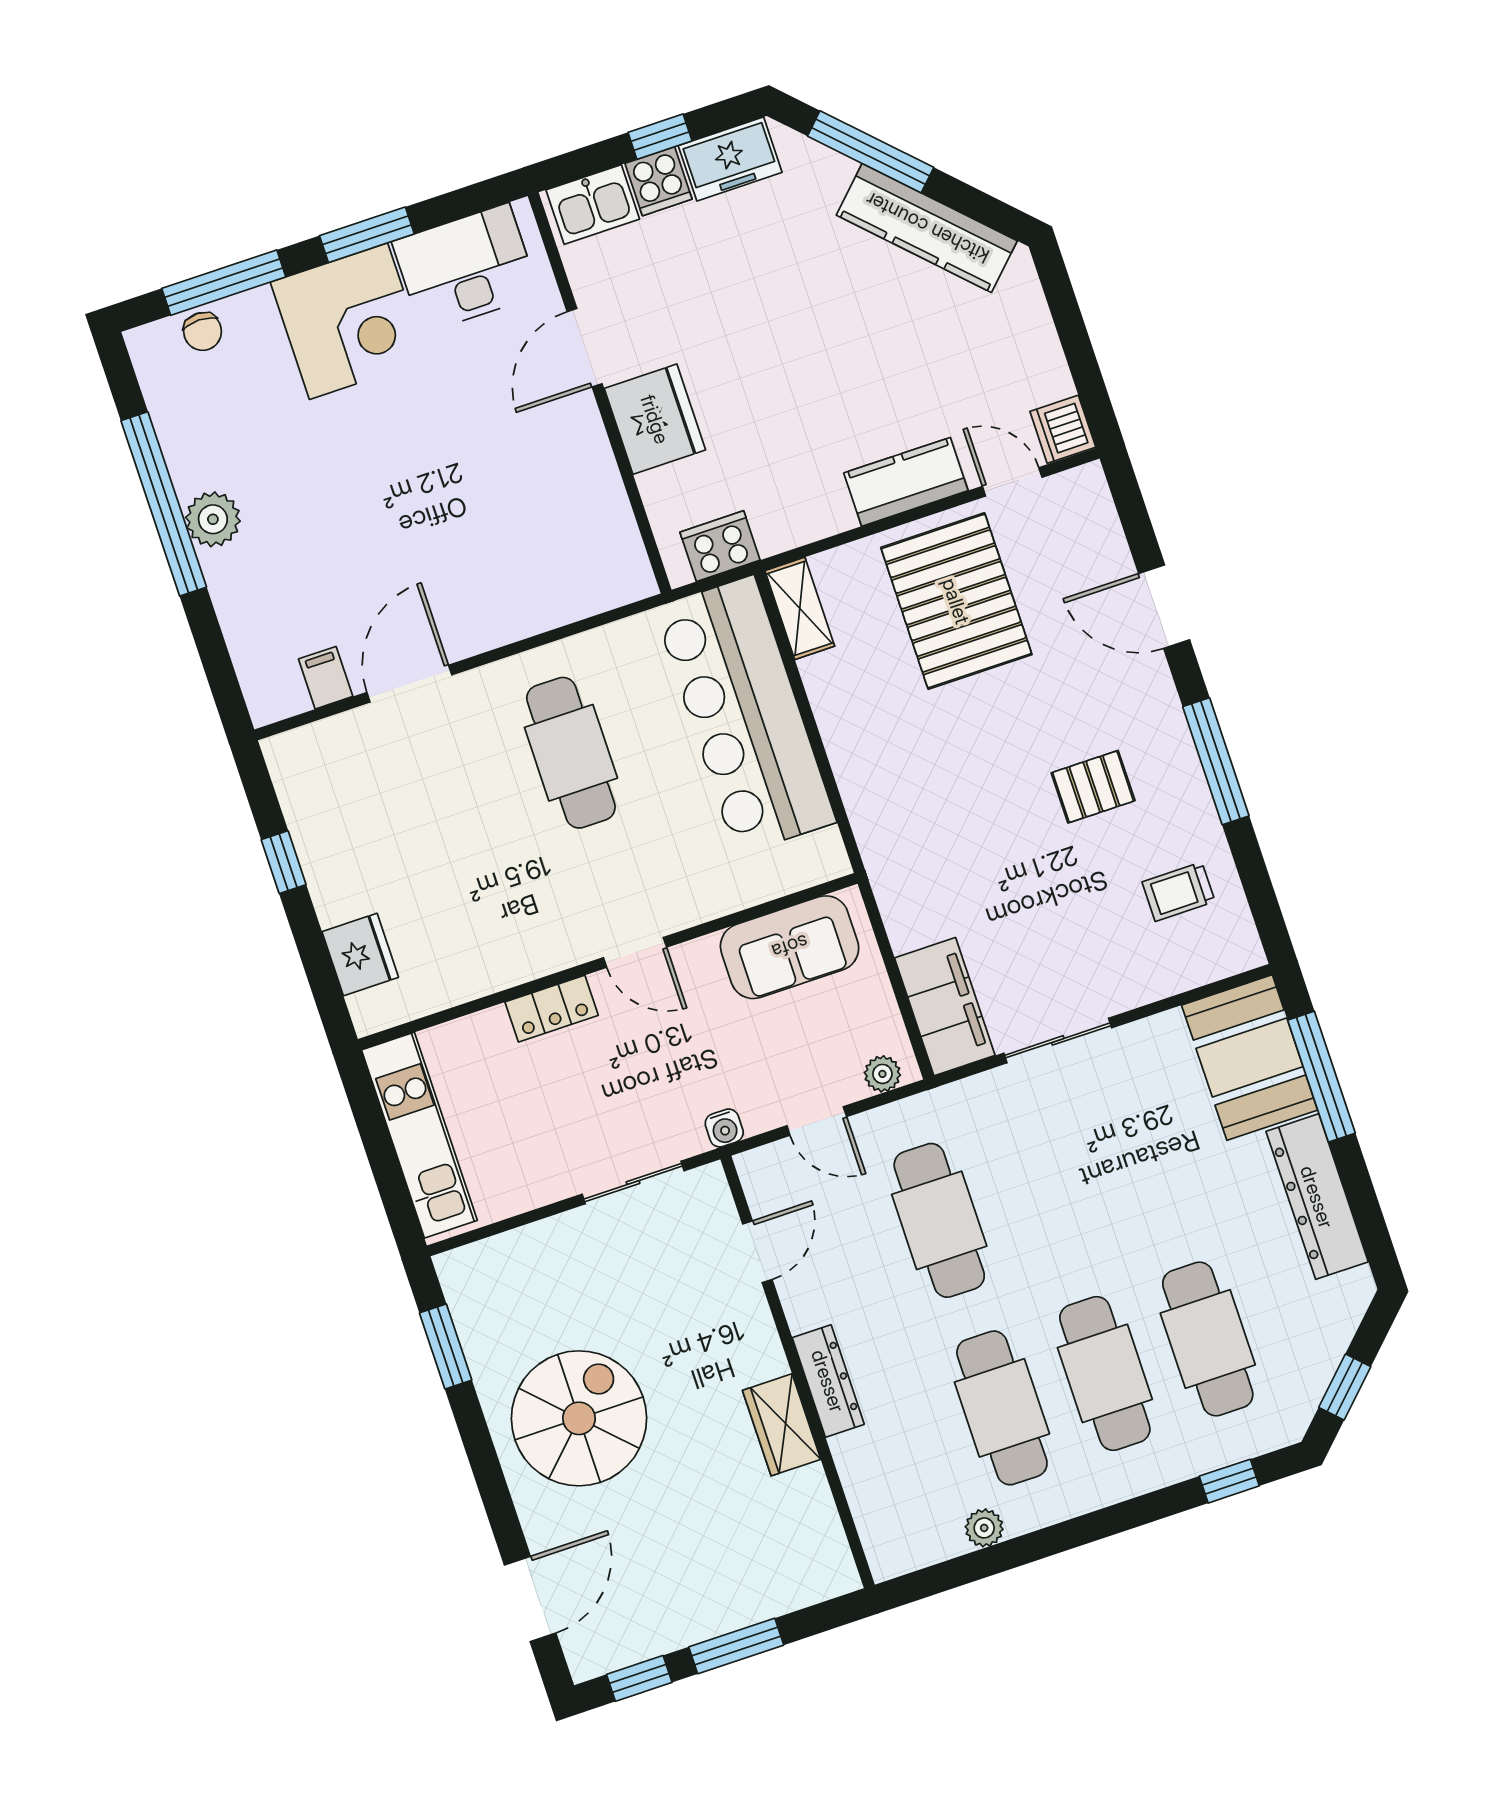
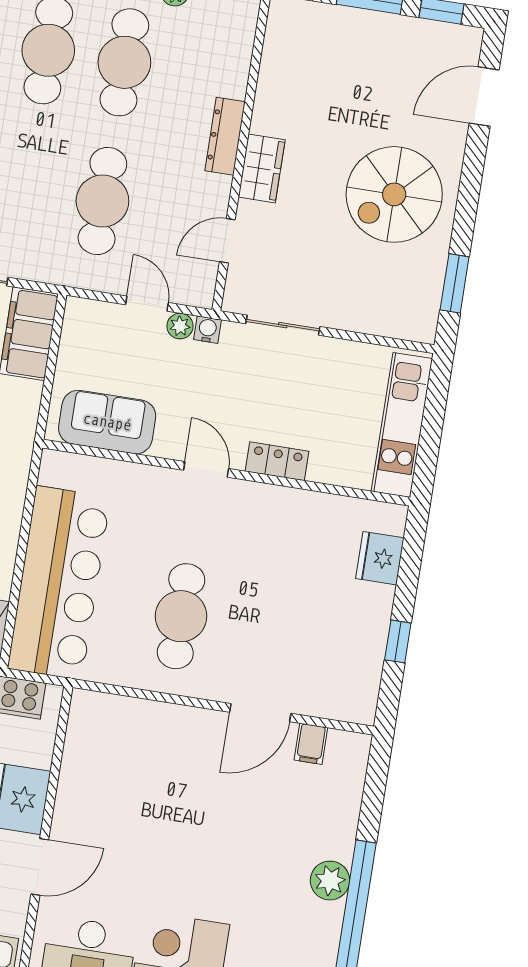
plant: (882, 1074) -> (180, 326), moved
wardrobe: (782, 1425) -> (262, 168), moved

